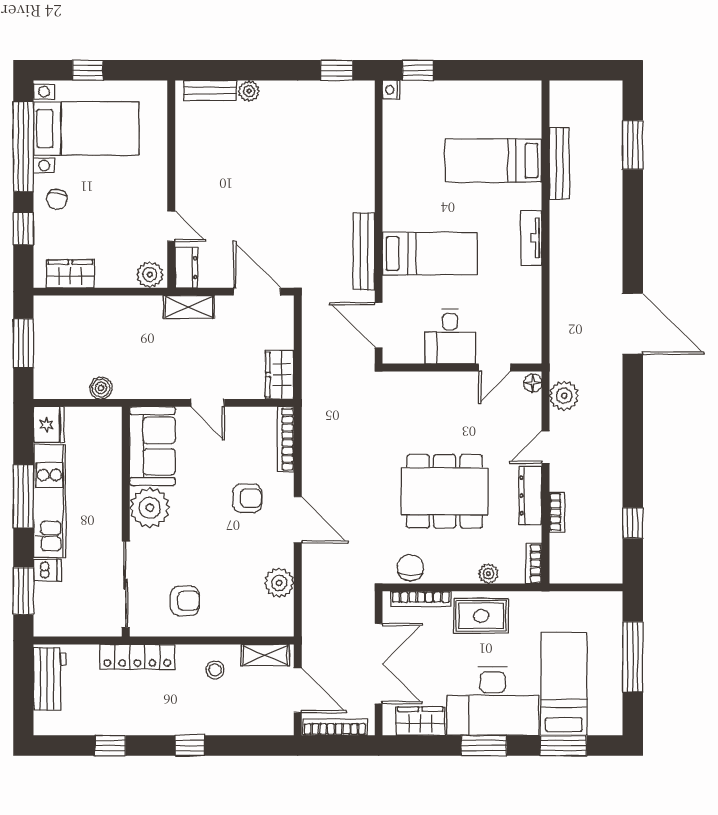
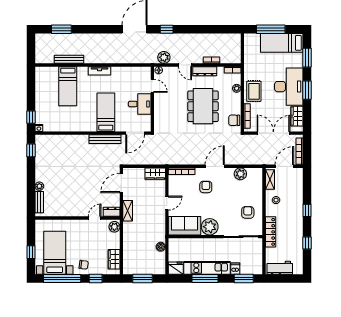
window: (633, 523) -> (167, 29), moved
bed: (564, 684) -> (282, 43), moved

